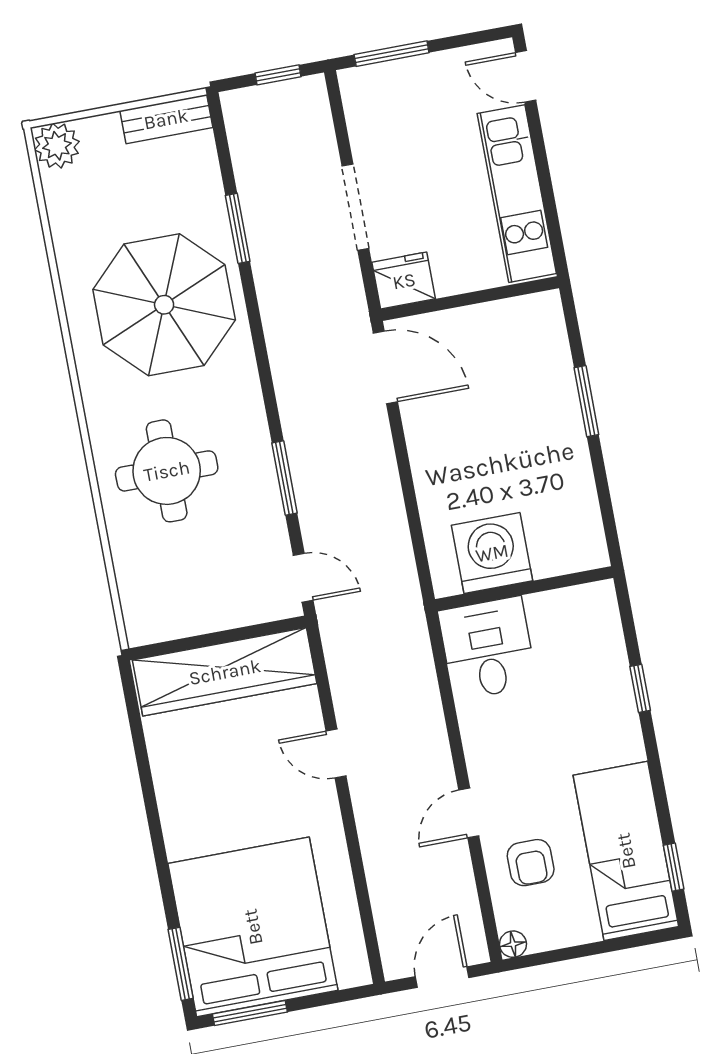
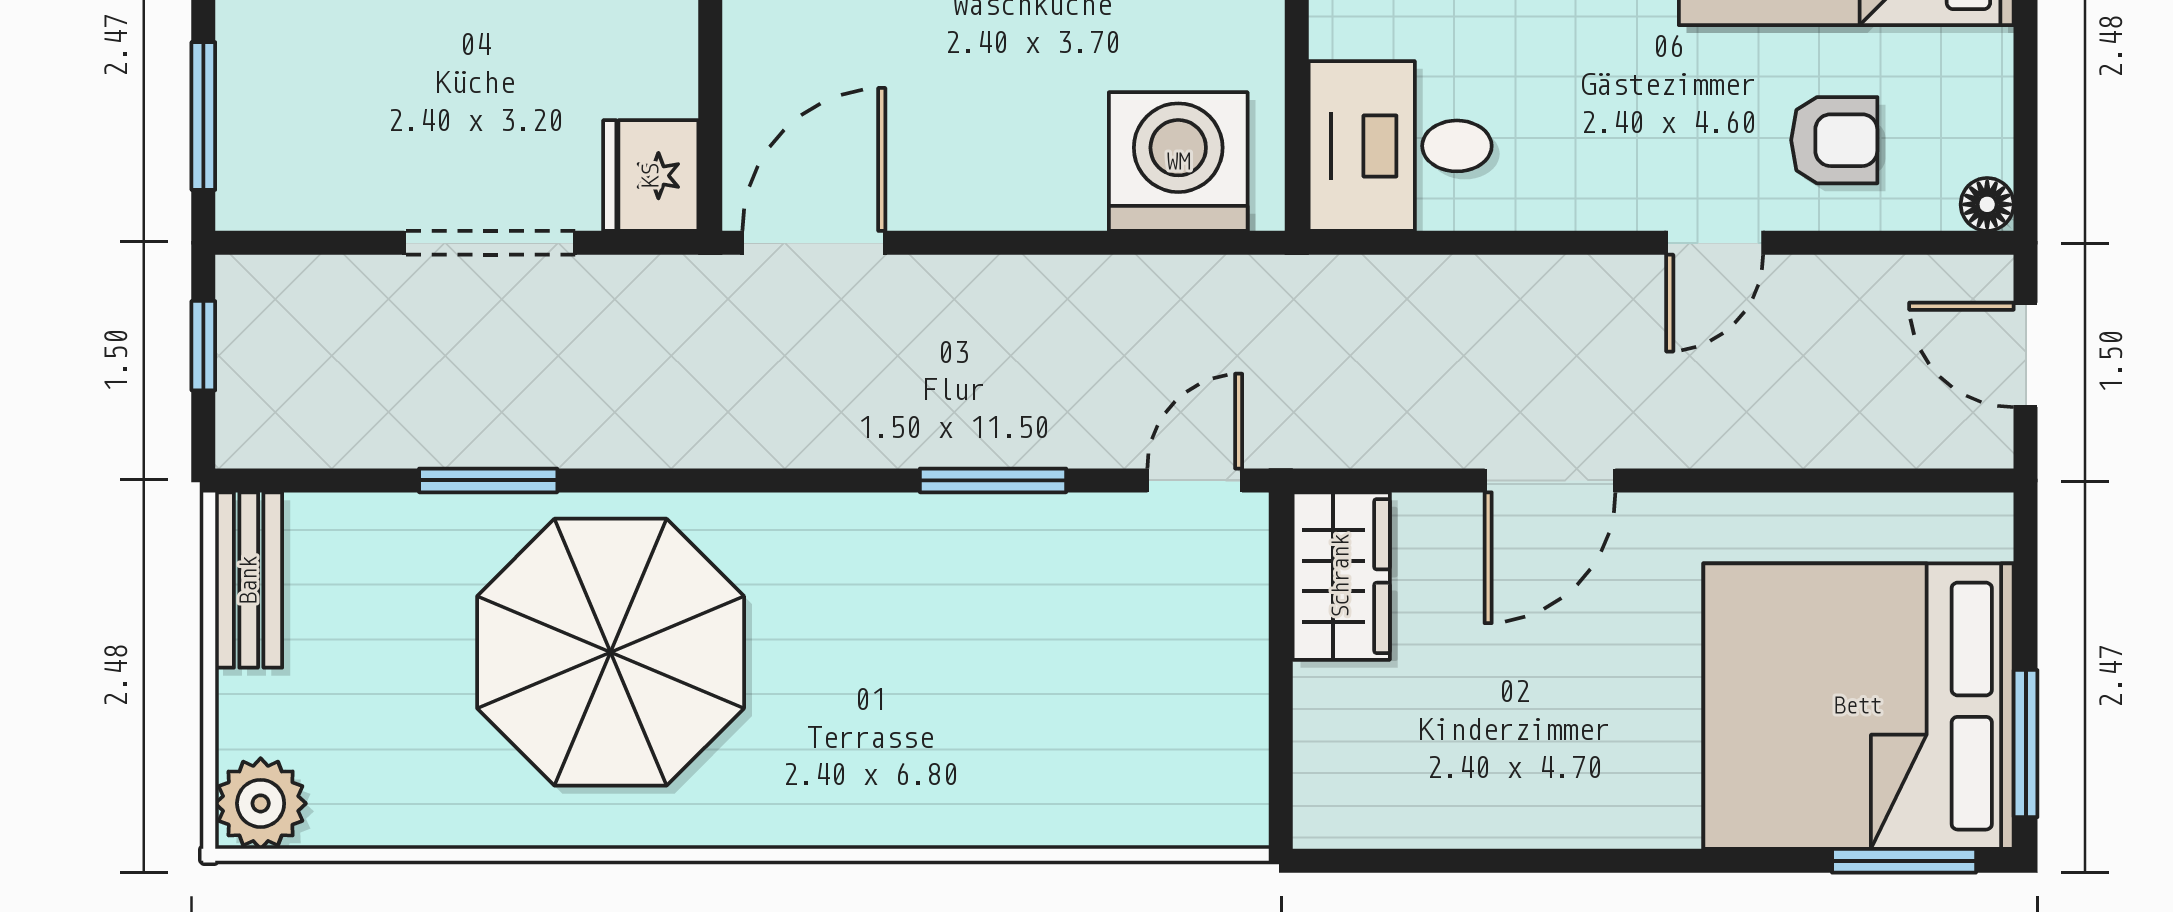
round table: (167, 471) -> (936, 708), removed
washing machine: (492, 553) -> (1178, 162), moved, turned 90
wardrobe: (225, 672) -> (1341, 576), width x0.48, depth x0.85
door: (336, 753) -> (1550, 480), width x1.38
door: (469, 813) -> (1715, 243), hinge flipped

